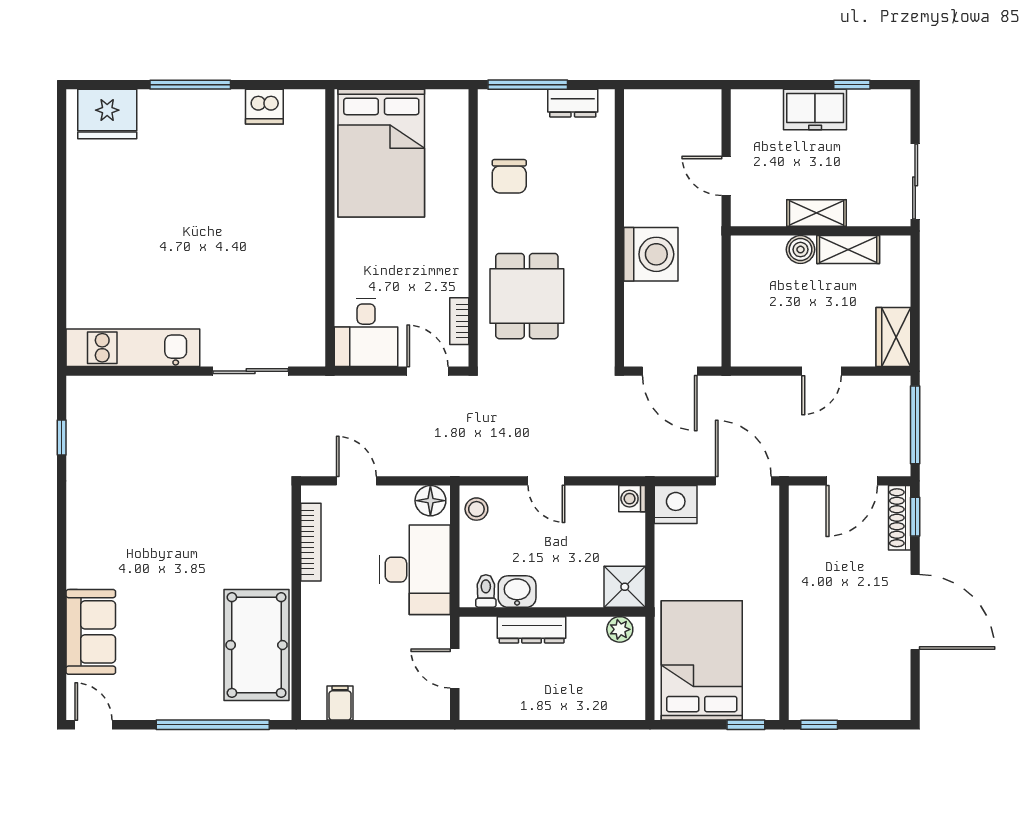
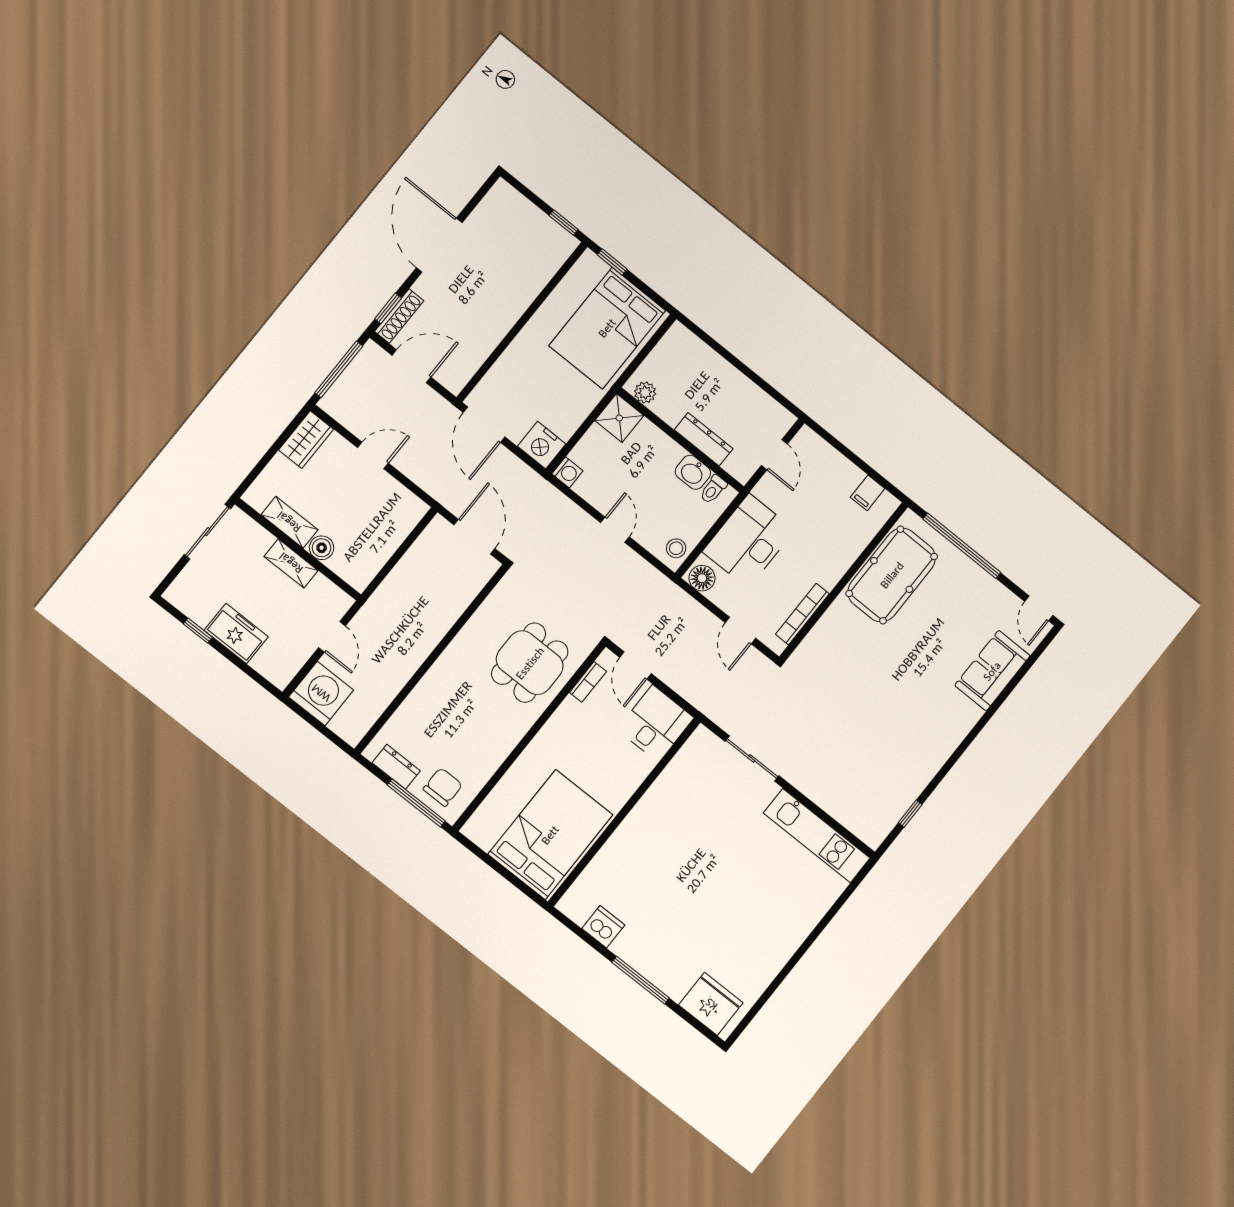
chair: (509, 176) -> (443, 787), moved
washing machine: (651, 254) -> (321, 693), moved, turned 90

